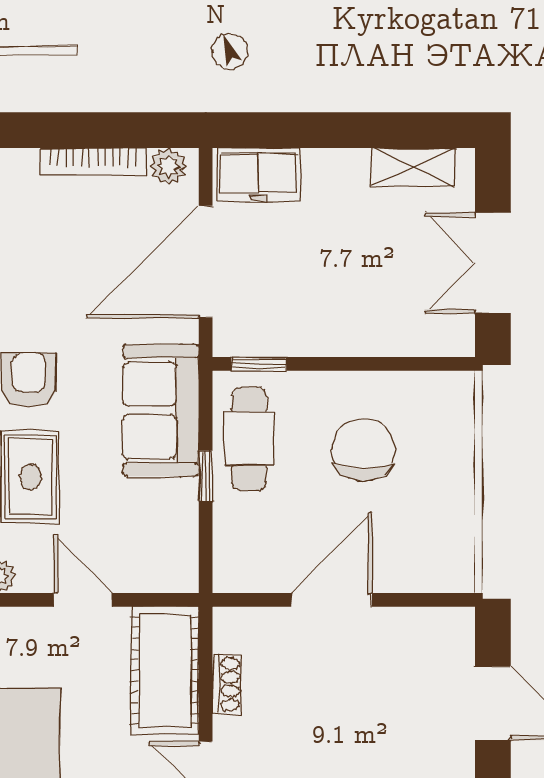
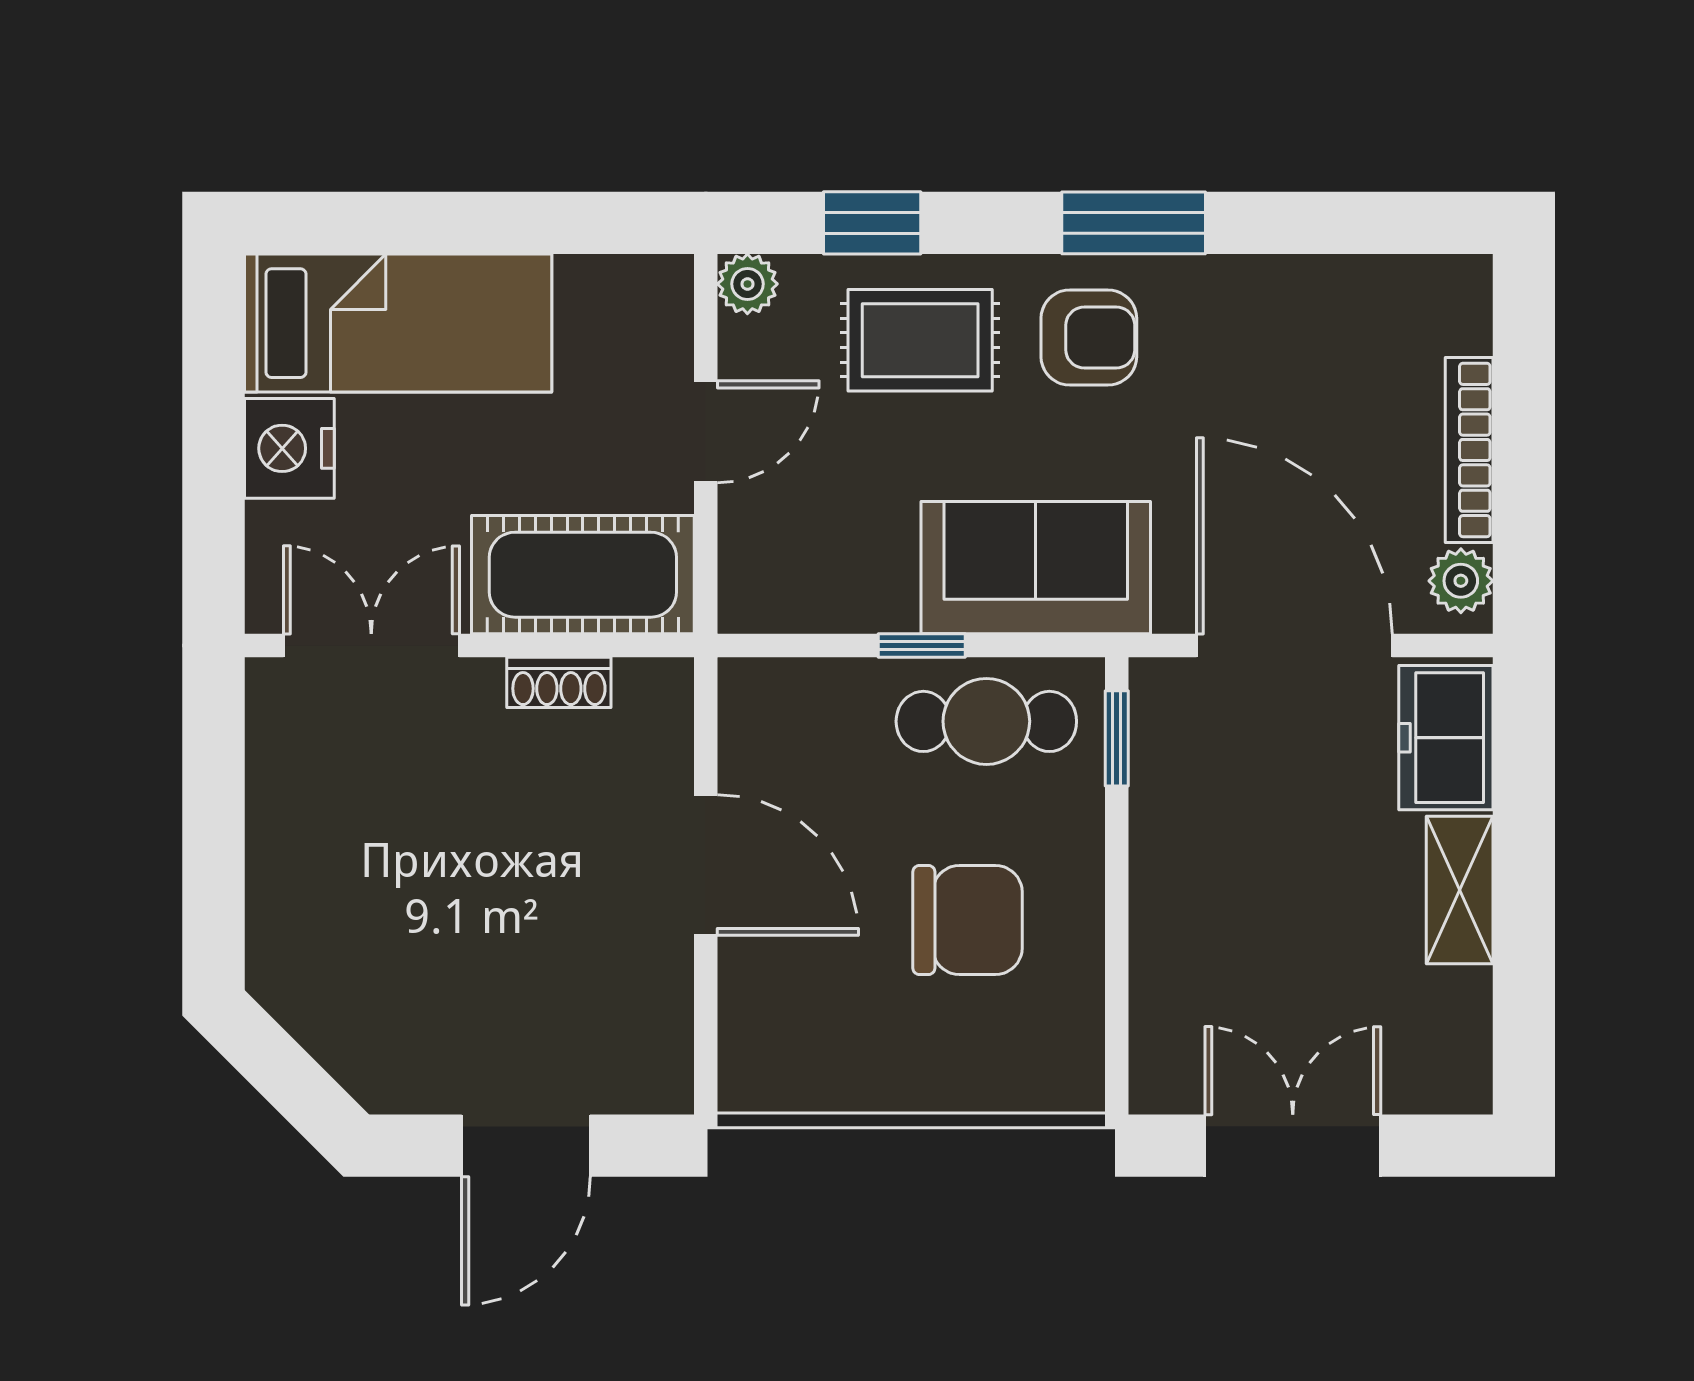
shelving: (413, 167) -> (1460, 890), moved

